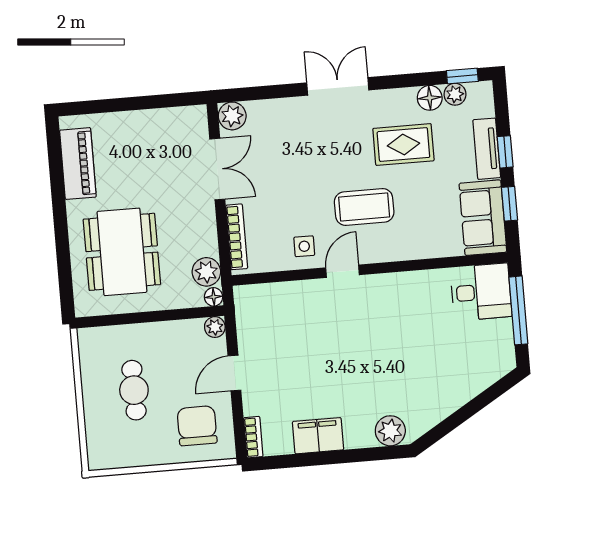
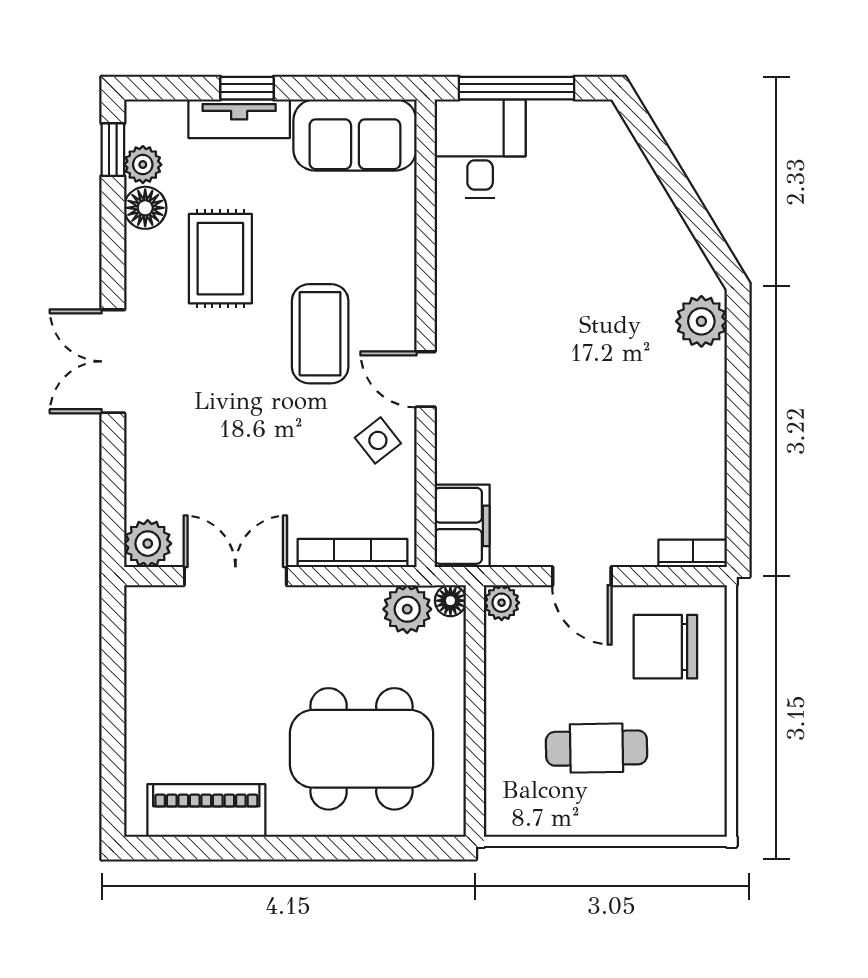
window: (509, 204) -> (335, 88), removed
side table: (304, 246) -> (378, 440), turned -38
filing cabinet: (318, 436) -> (462, 526), moved, turned 180

